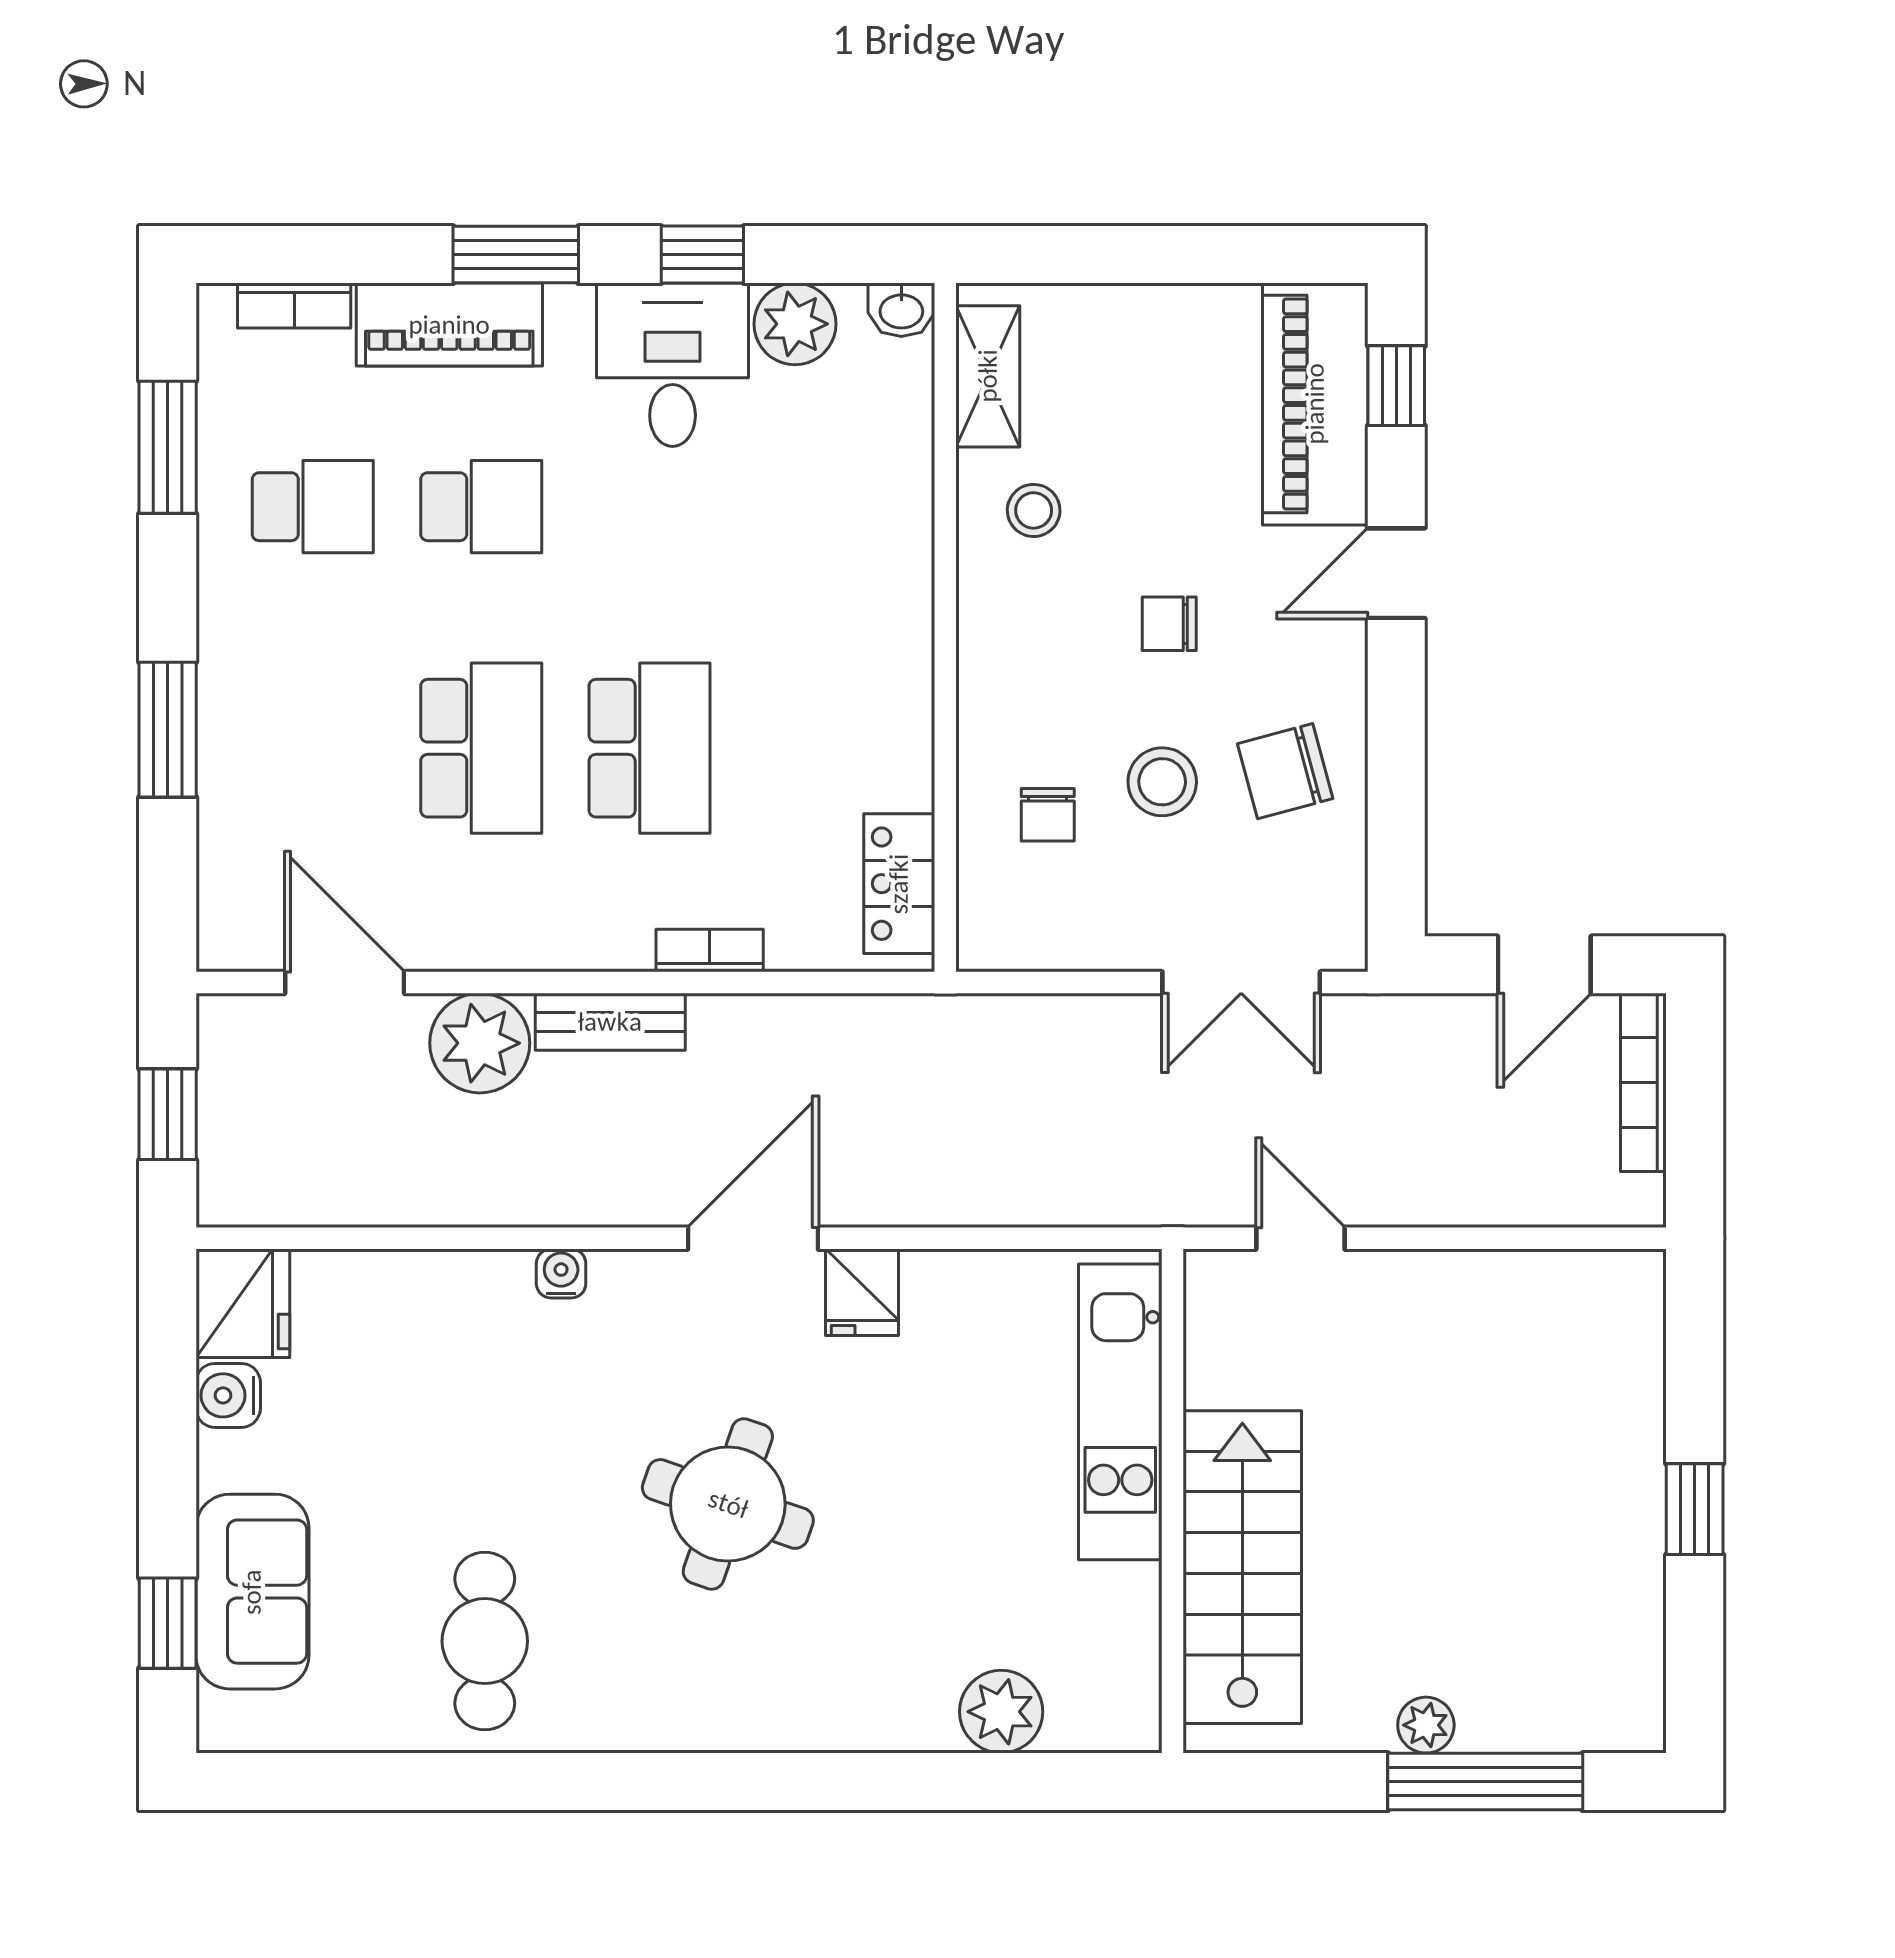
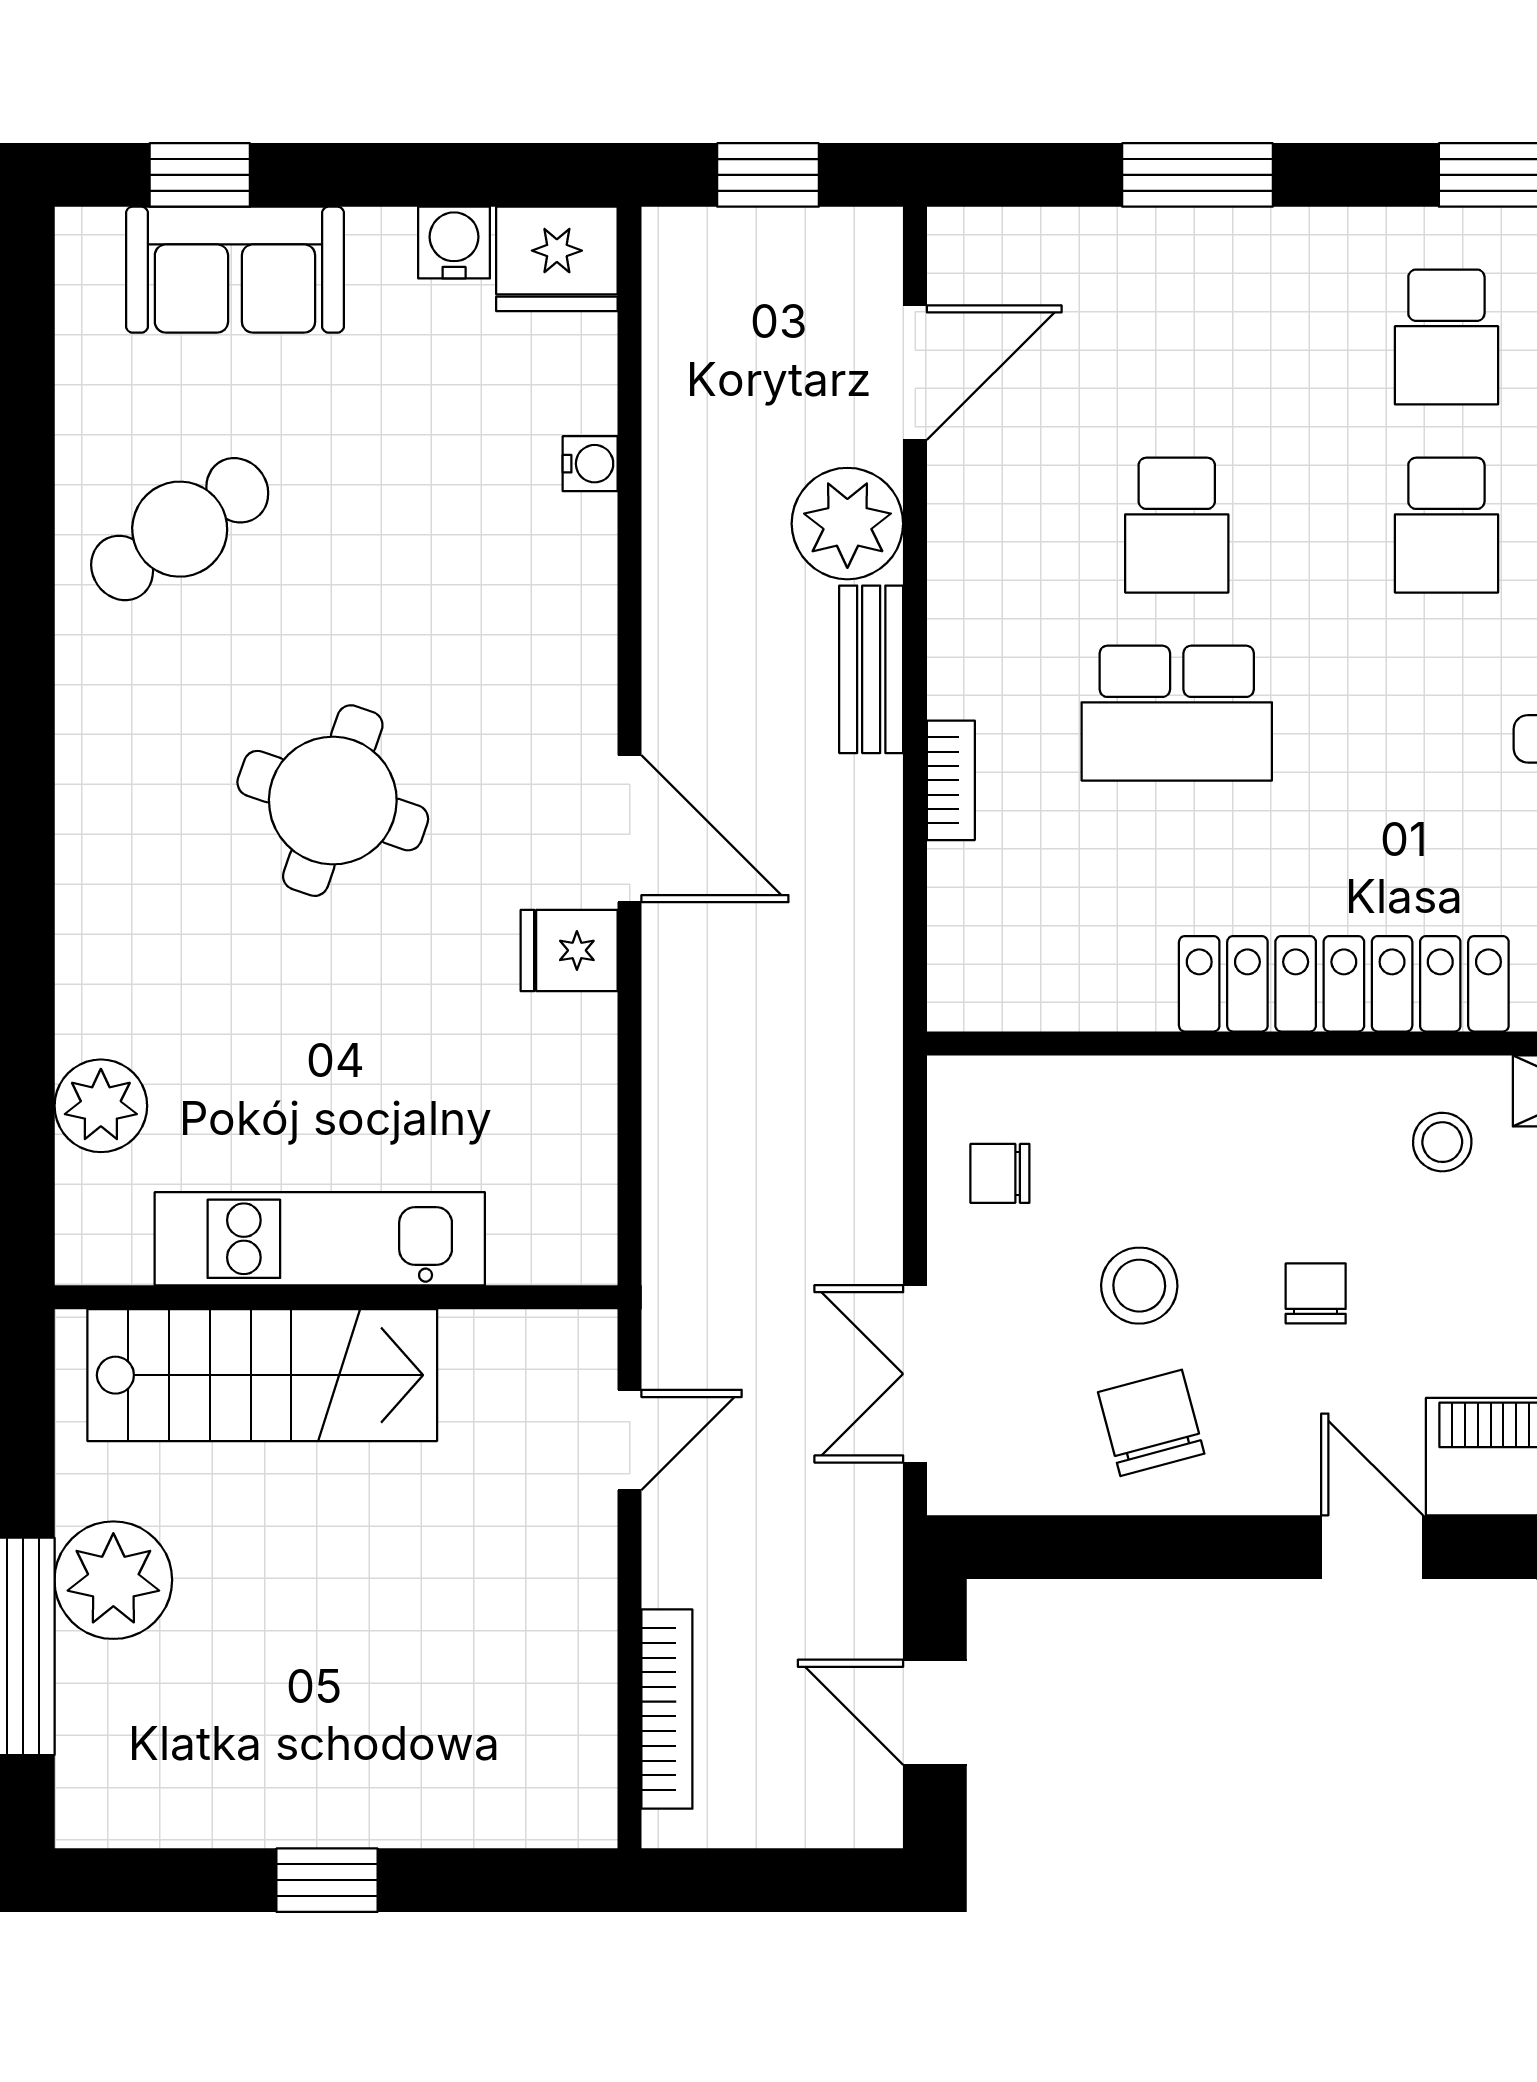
school desk: (481, 748) -> (1177, 525), width x0.54
chair: (1048, 815) -> (1000, 1173), moved
locker: (899, 884) -> (1344, 984), moved, width x2.16, depth x1.21
bookcase: (1643, 1082) -> (667, 1709), moved, turned 90
water cooler: (561, 1273) -> (590, 464), moved
kitchen unit: (1120, 1412) -> (320, 1239), moved
cafe table: (485, 1641) -> (180, 529), turned -34
plant: (1426, 1725) -> (113, 1580), width x1.88, depth x1.88

